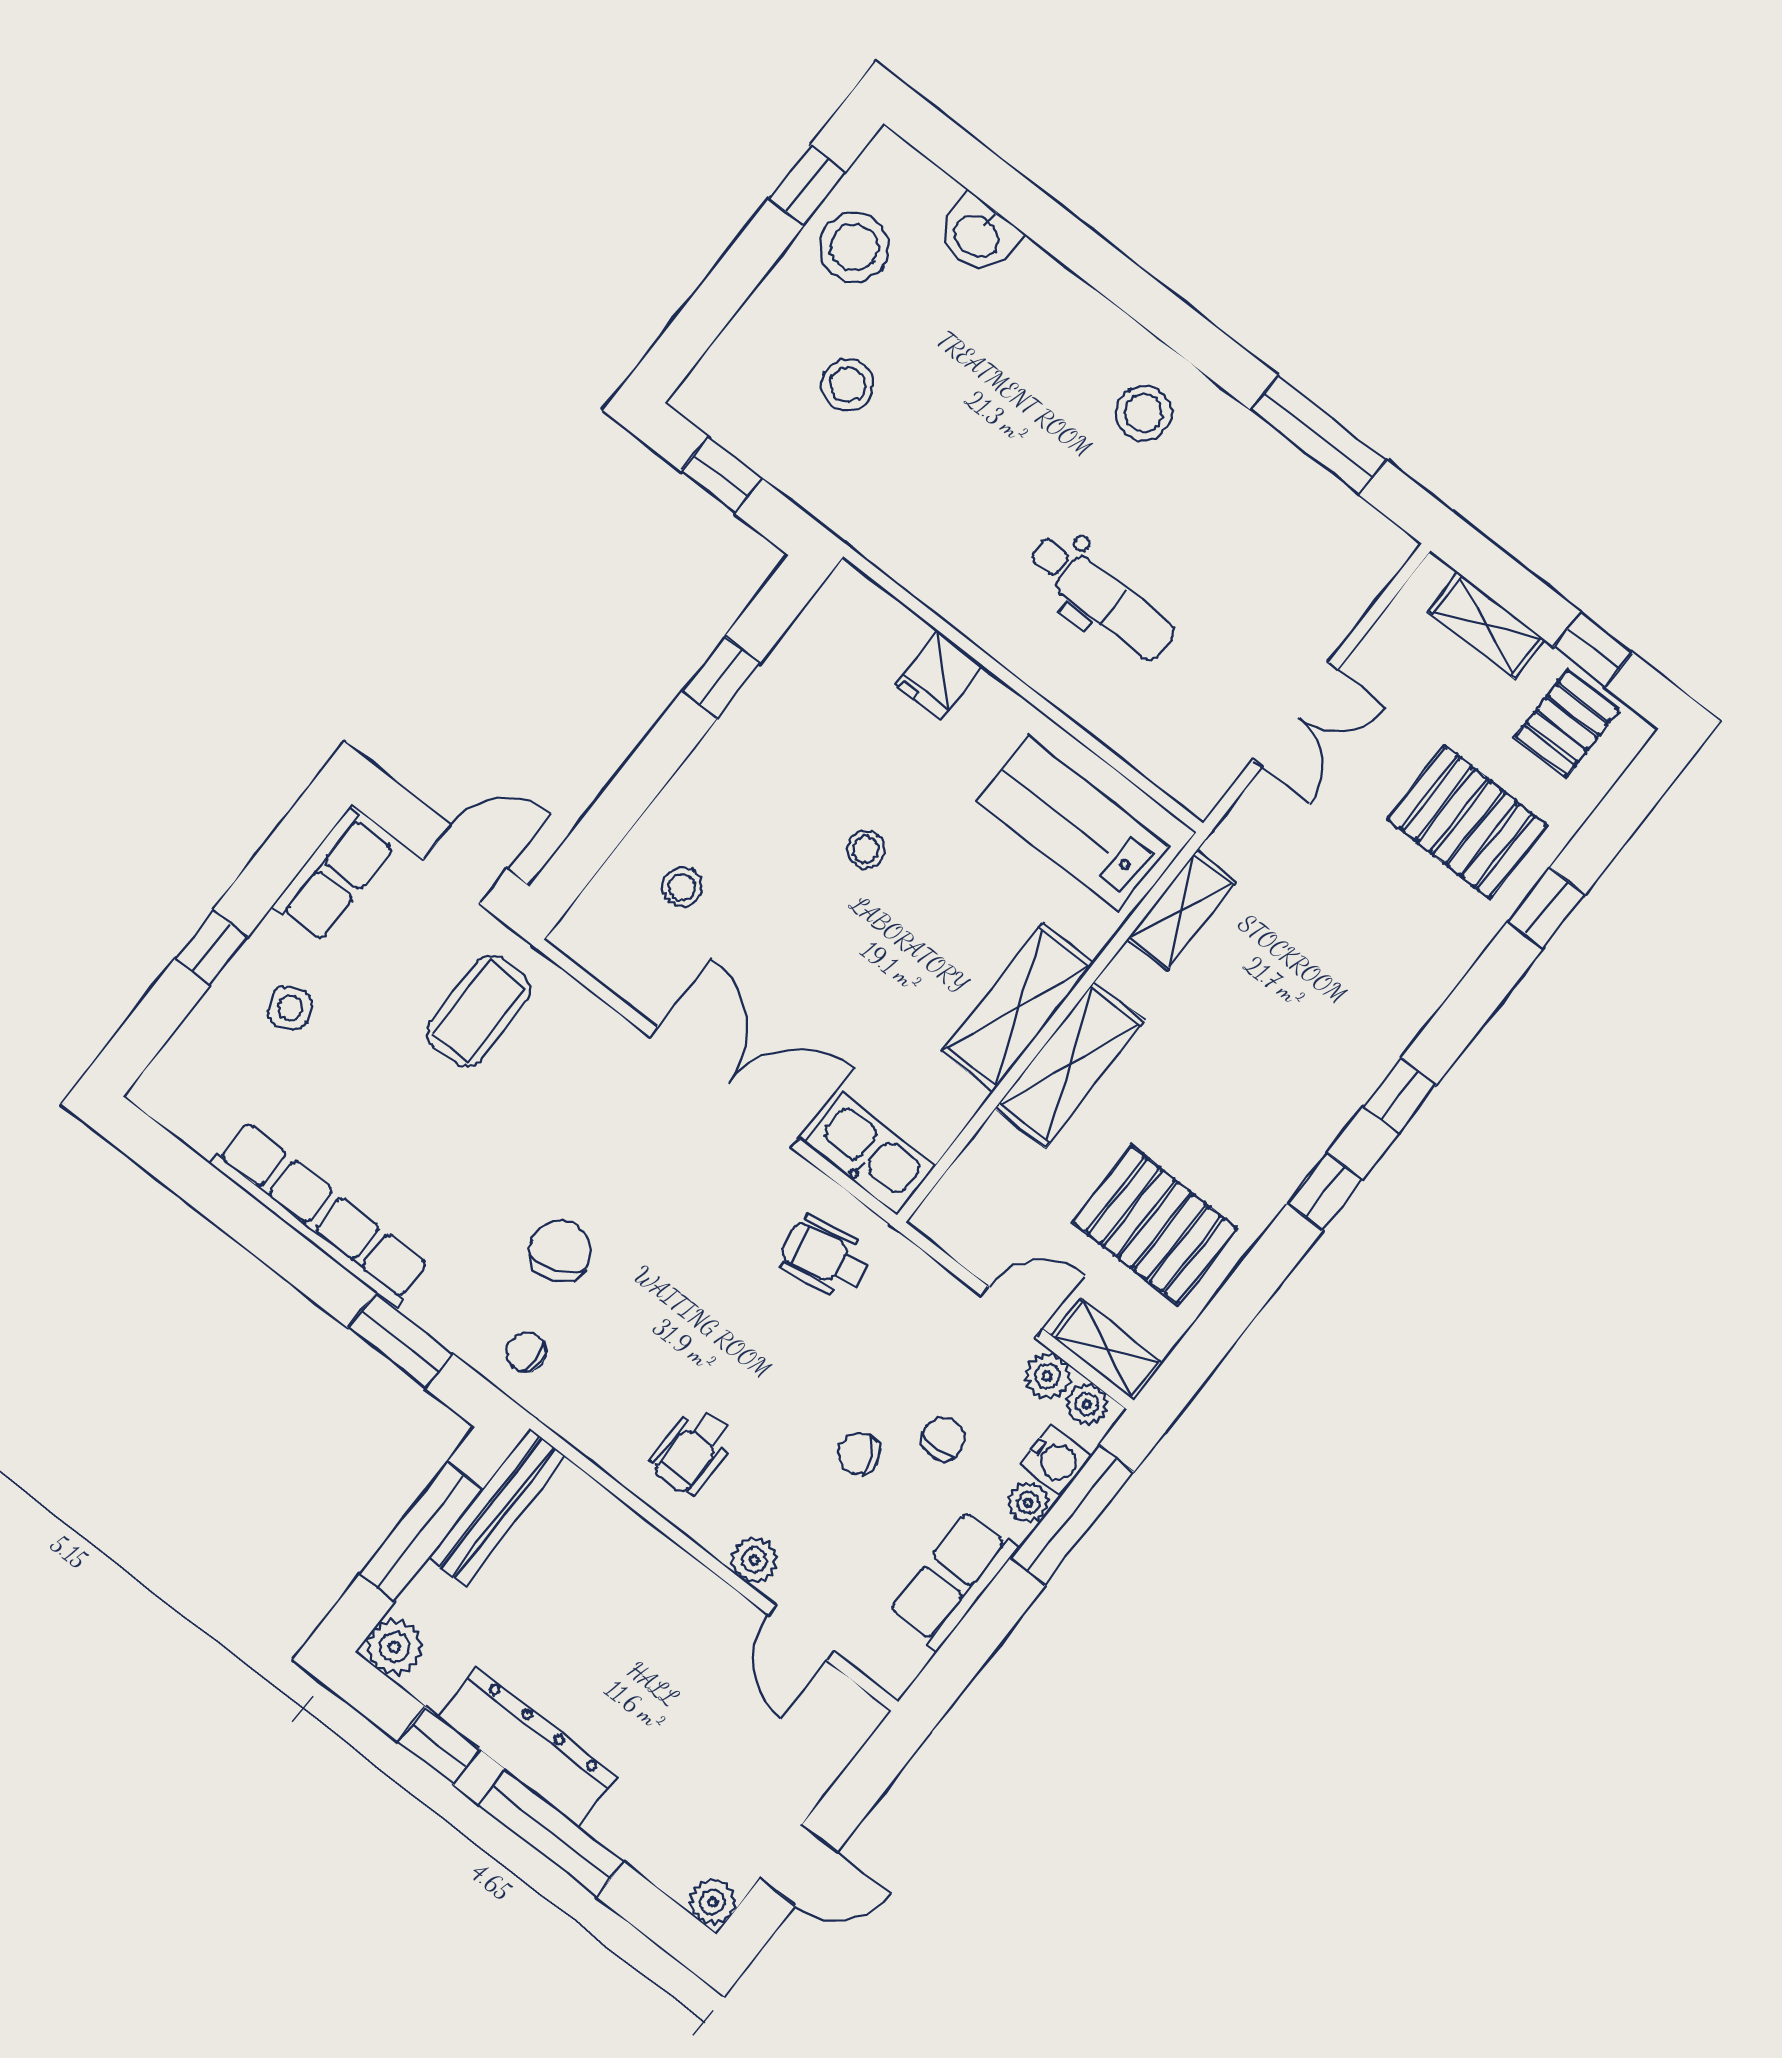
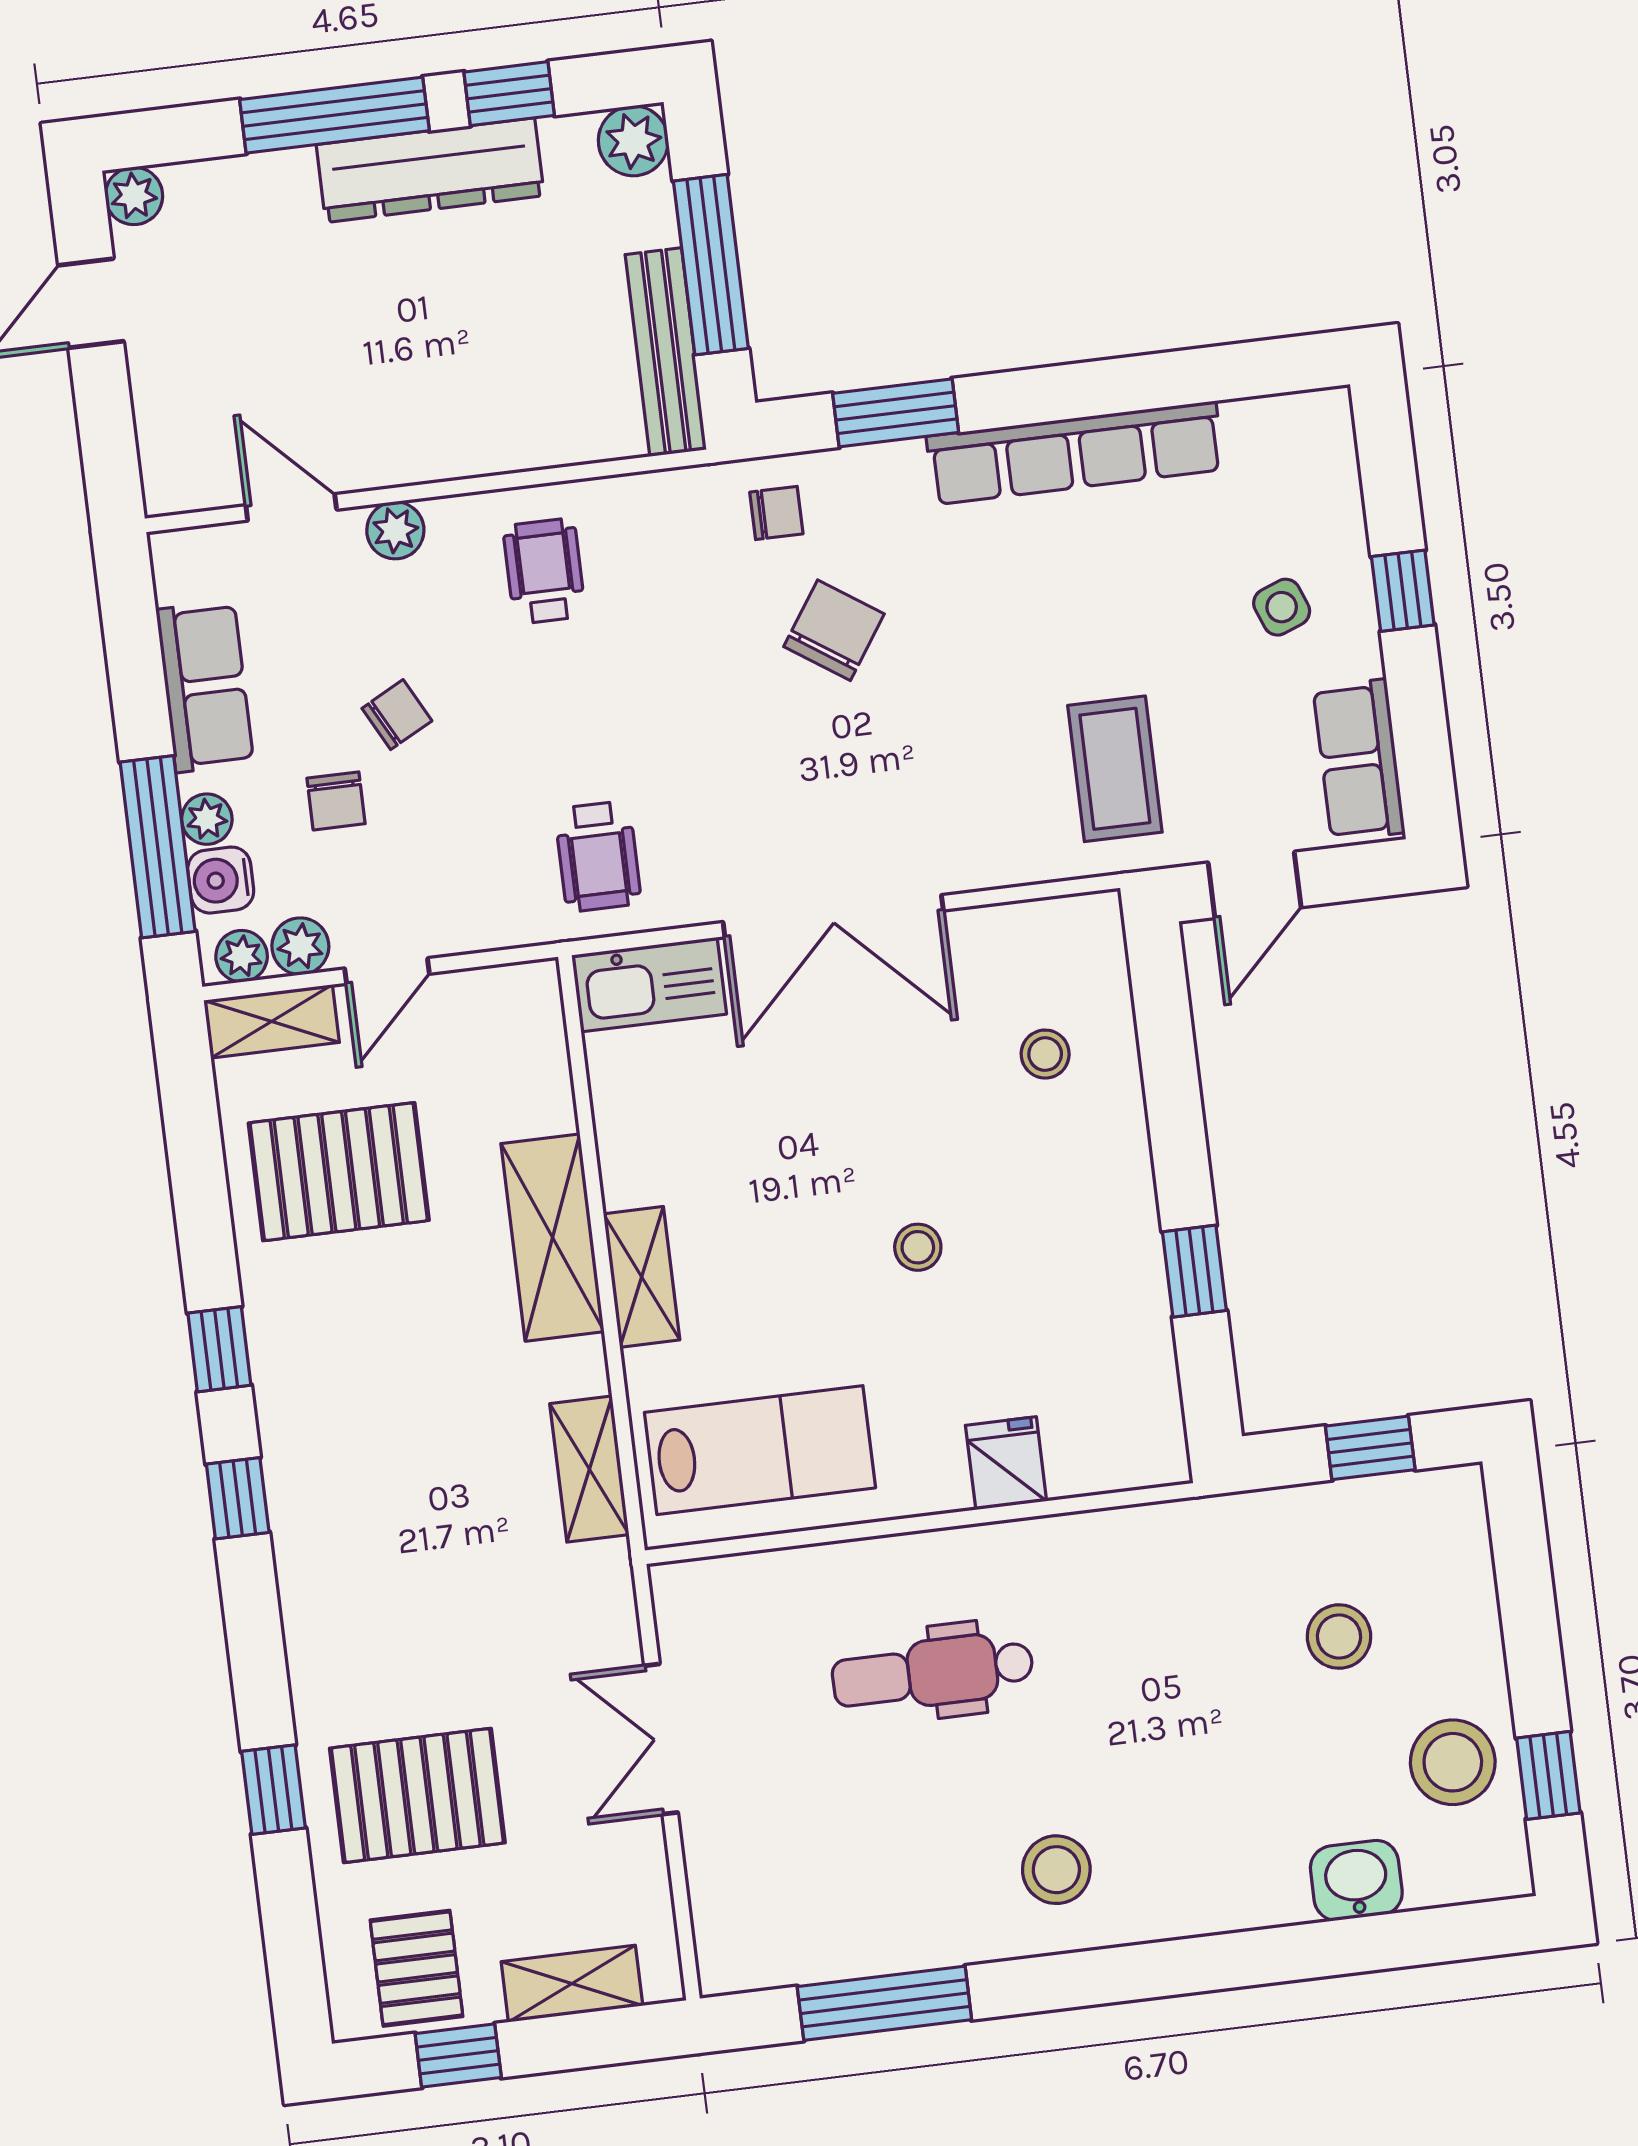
shelving: (1018, 1007) -> (642, 1277), width x0.67, depth x0.75
chair: (560, 1251) -> (834, 630), turned -123
wheelchair: (825, 1257) -> (598, 856), turned 101

